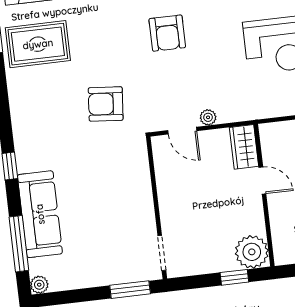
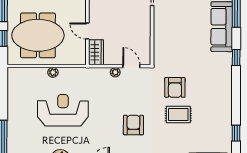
rug: (38, 44) -> (178, 115), moved, width x0.73, depth x0.70
armchair: (106, 104) -> (175, 87), turned 85

